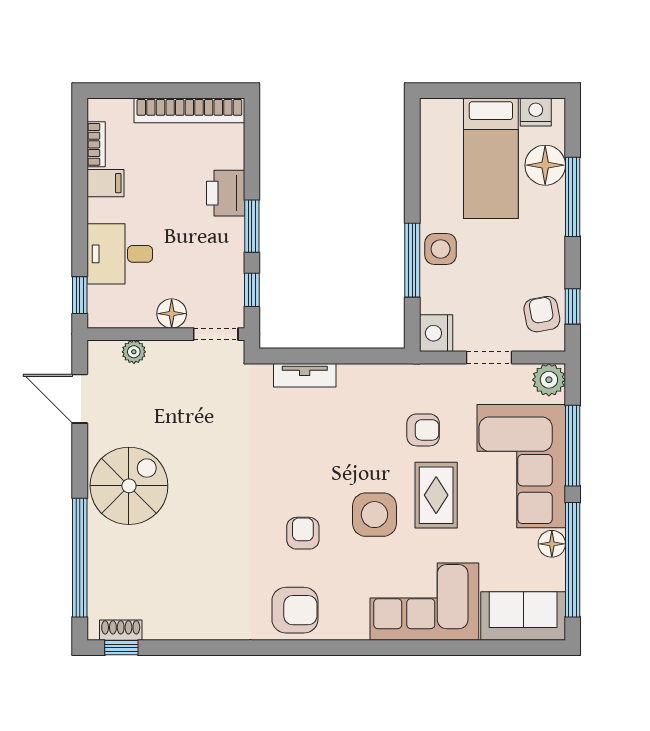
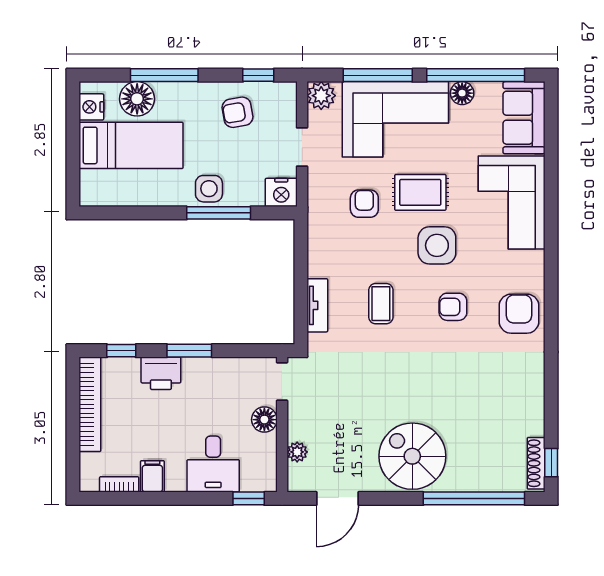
window: (252, 290) -> (121, 351), moved
armchair: (542, 314) -> (238, 112), moved
coffee table: (307, 449) -> (381, 304), added
shoe rack: (121, 630) -> (536, 463), width x1.43

